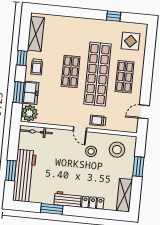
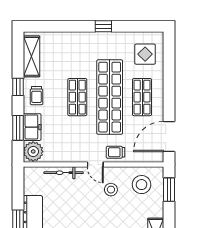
window: (114, 16) -> (103, 26), moved
door: (144, 112) -> (169, 137), width x1.88
bicycle: (36, 132) -> (64, 173), moved
window: (138, 167) -> (169, 190), moved

